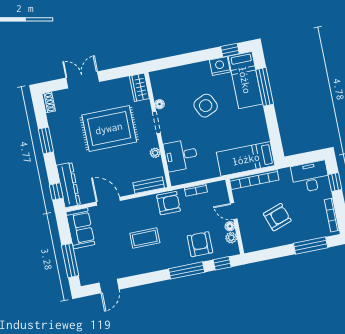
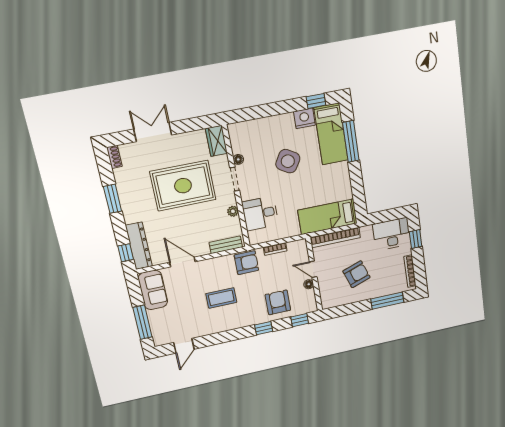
side table: (206, 106) -> (288, 161), turned -34
plant: (231, 238) -> (310, 295), removed
window: (187, 270) -> (264, 328), width x0.46

